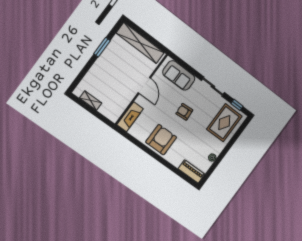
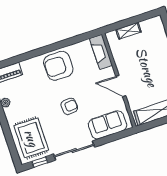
sliding door: (213, 87) -> (74, 150), width x1.37
shelving: (91, 101) -> (129, 31), moved
armchair: (161, 140) -> (58, 66), turned 90

